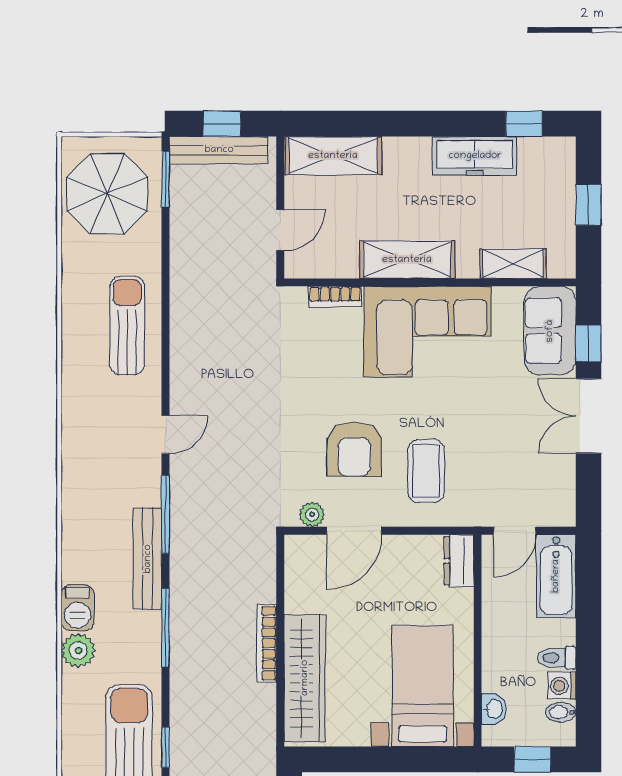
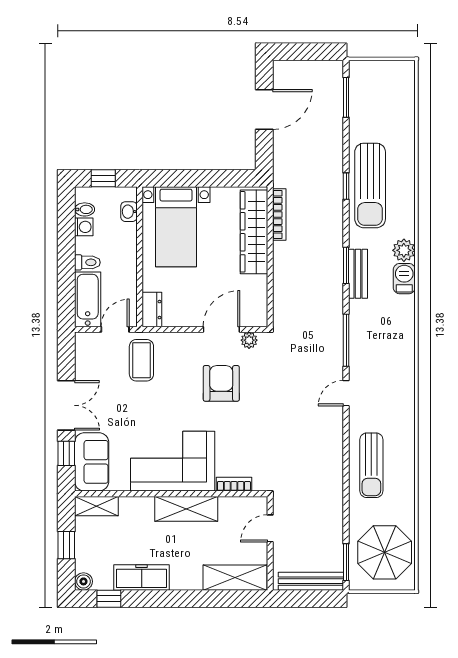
window: (222, 124) -> (309, 599), removed
boiler: (562, 150) -> (83, 581), added
shelving: (513, 264) -> (96, 506), moved
coffee table: (426, 471) -> (141, 360), moved
bench: (148, 559) -> (358, 274), moved, width x0.73
window: (166, 628) -> (346, 265), width x0.69
bookcase: (266, 643) -> (279, 214), moved
toilet: (557, 658) -> (87, 262), moved

